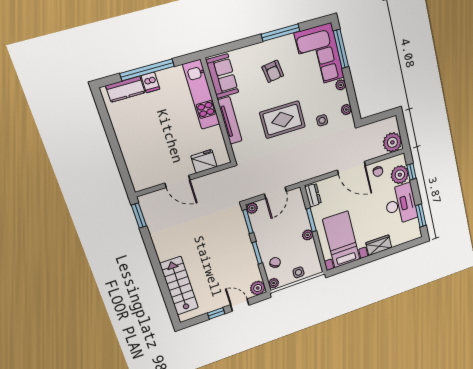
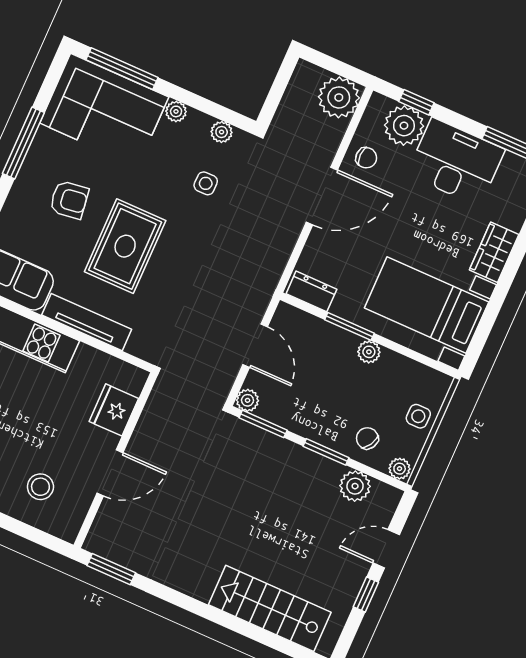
rug: (283, 120) -> (125, 246), moved
stool: (147, 159) -> (40, 487), added
plant: (258, 288) -> (355, 486), moved

